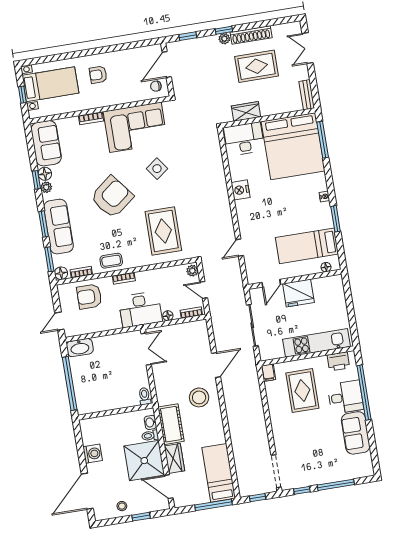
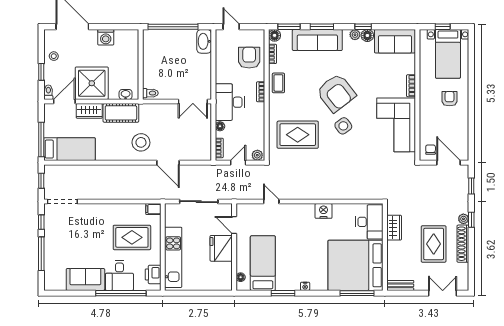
side table: (157, 169) -> (343, 126), moved
toilet: (150, 436) -> (48, 92), moved

